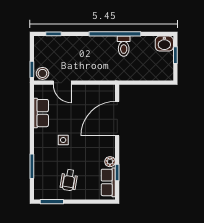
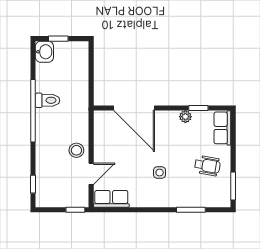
stool: (42, 73) -> (76, 150), moved
row of seats: (41, 113) -> (111, 199), moved
row of seats: (108, 182) -> (222, 128), moved, turned 90

